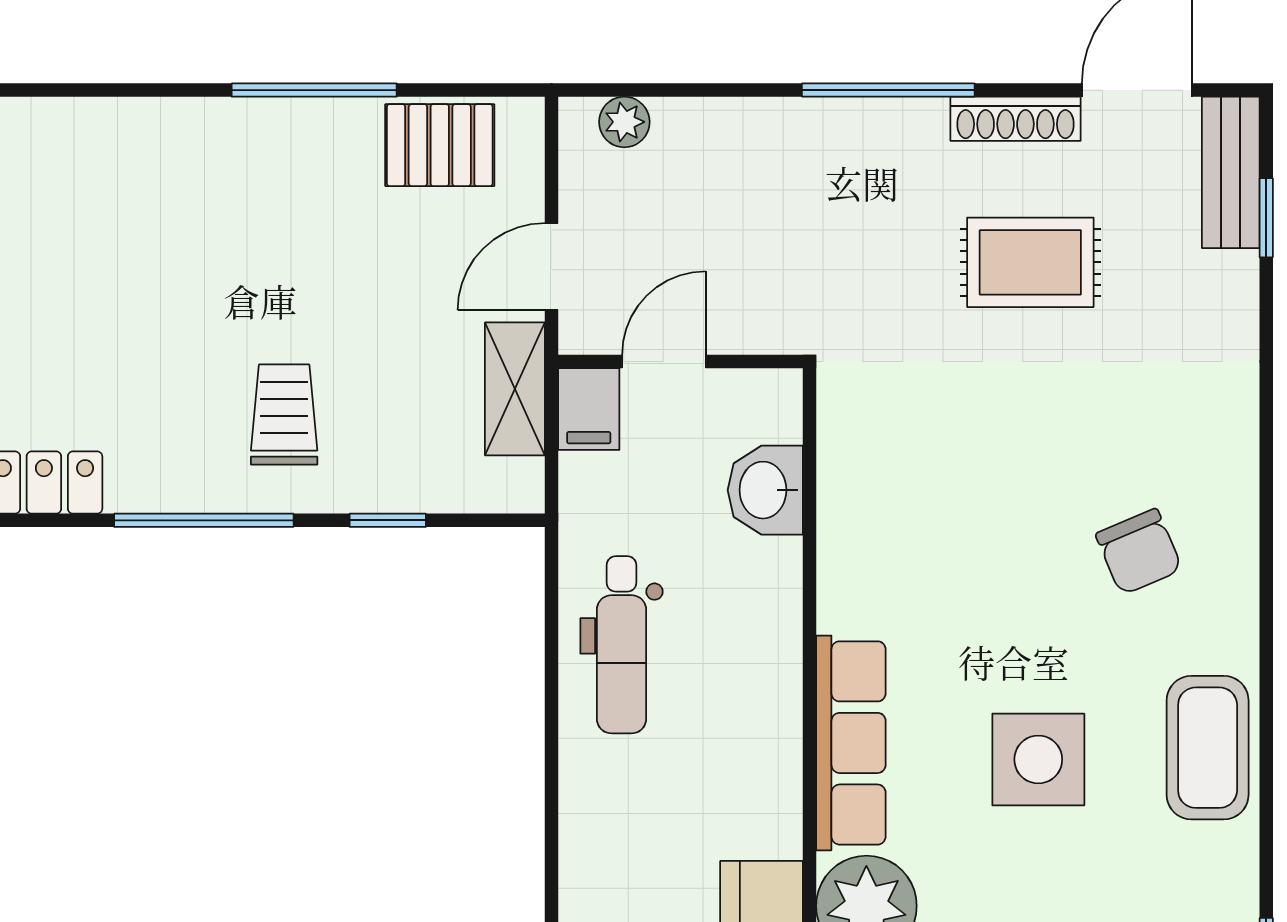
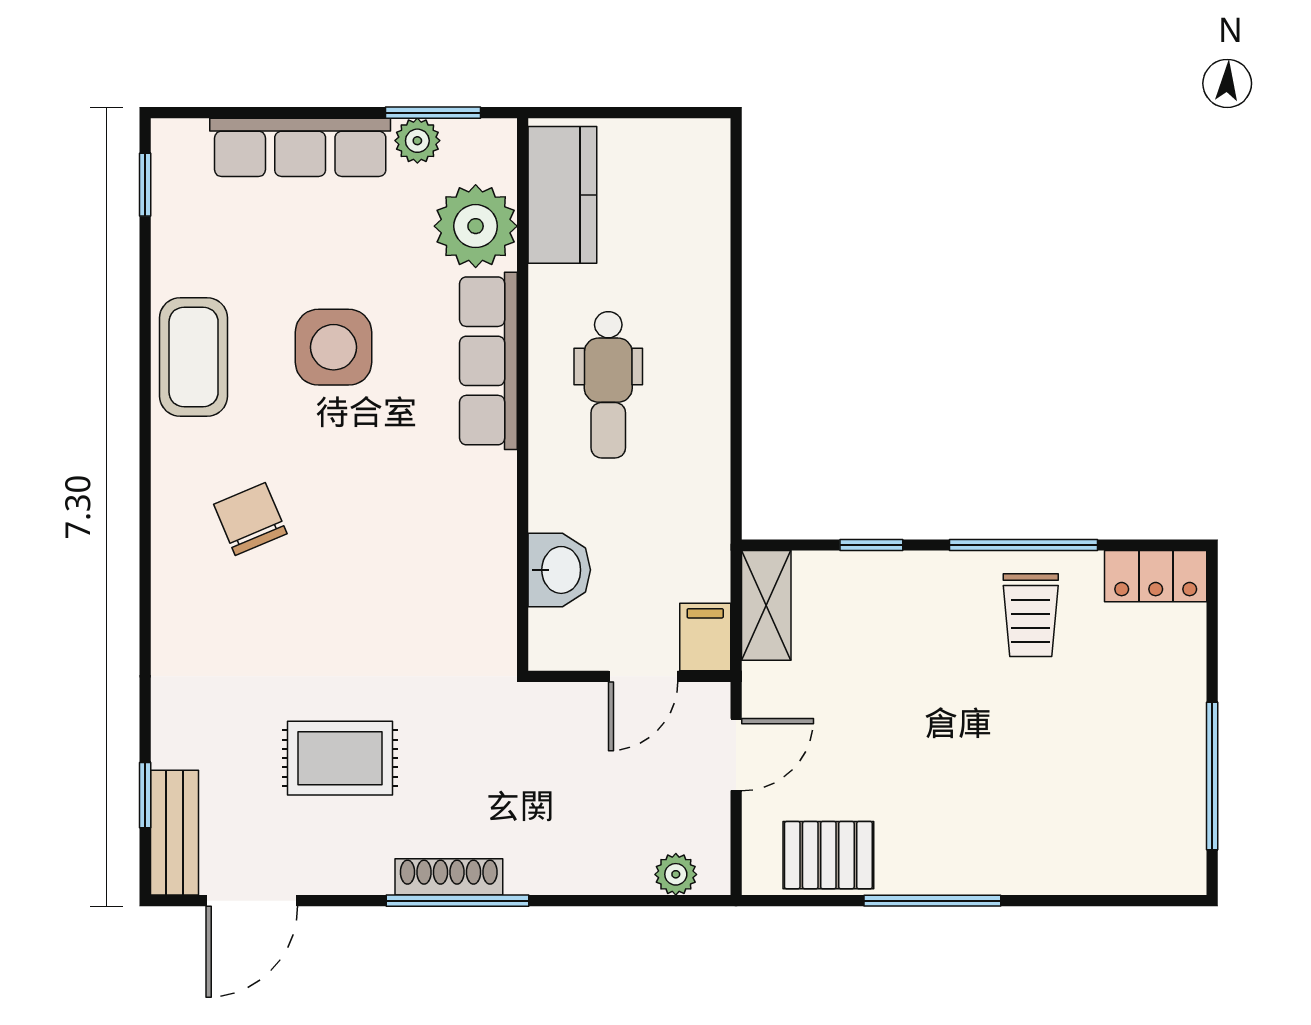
shoe rack: (1015, 119) -> (449, 877), moved
shelving: (515, 389) -> (766, 605), moved
trolley: (284, 415) -> (1031, 615), moved
dental chair: (621, 645) -> (608, 385), moved, turned 180

